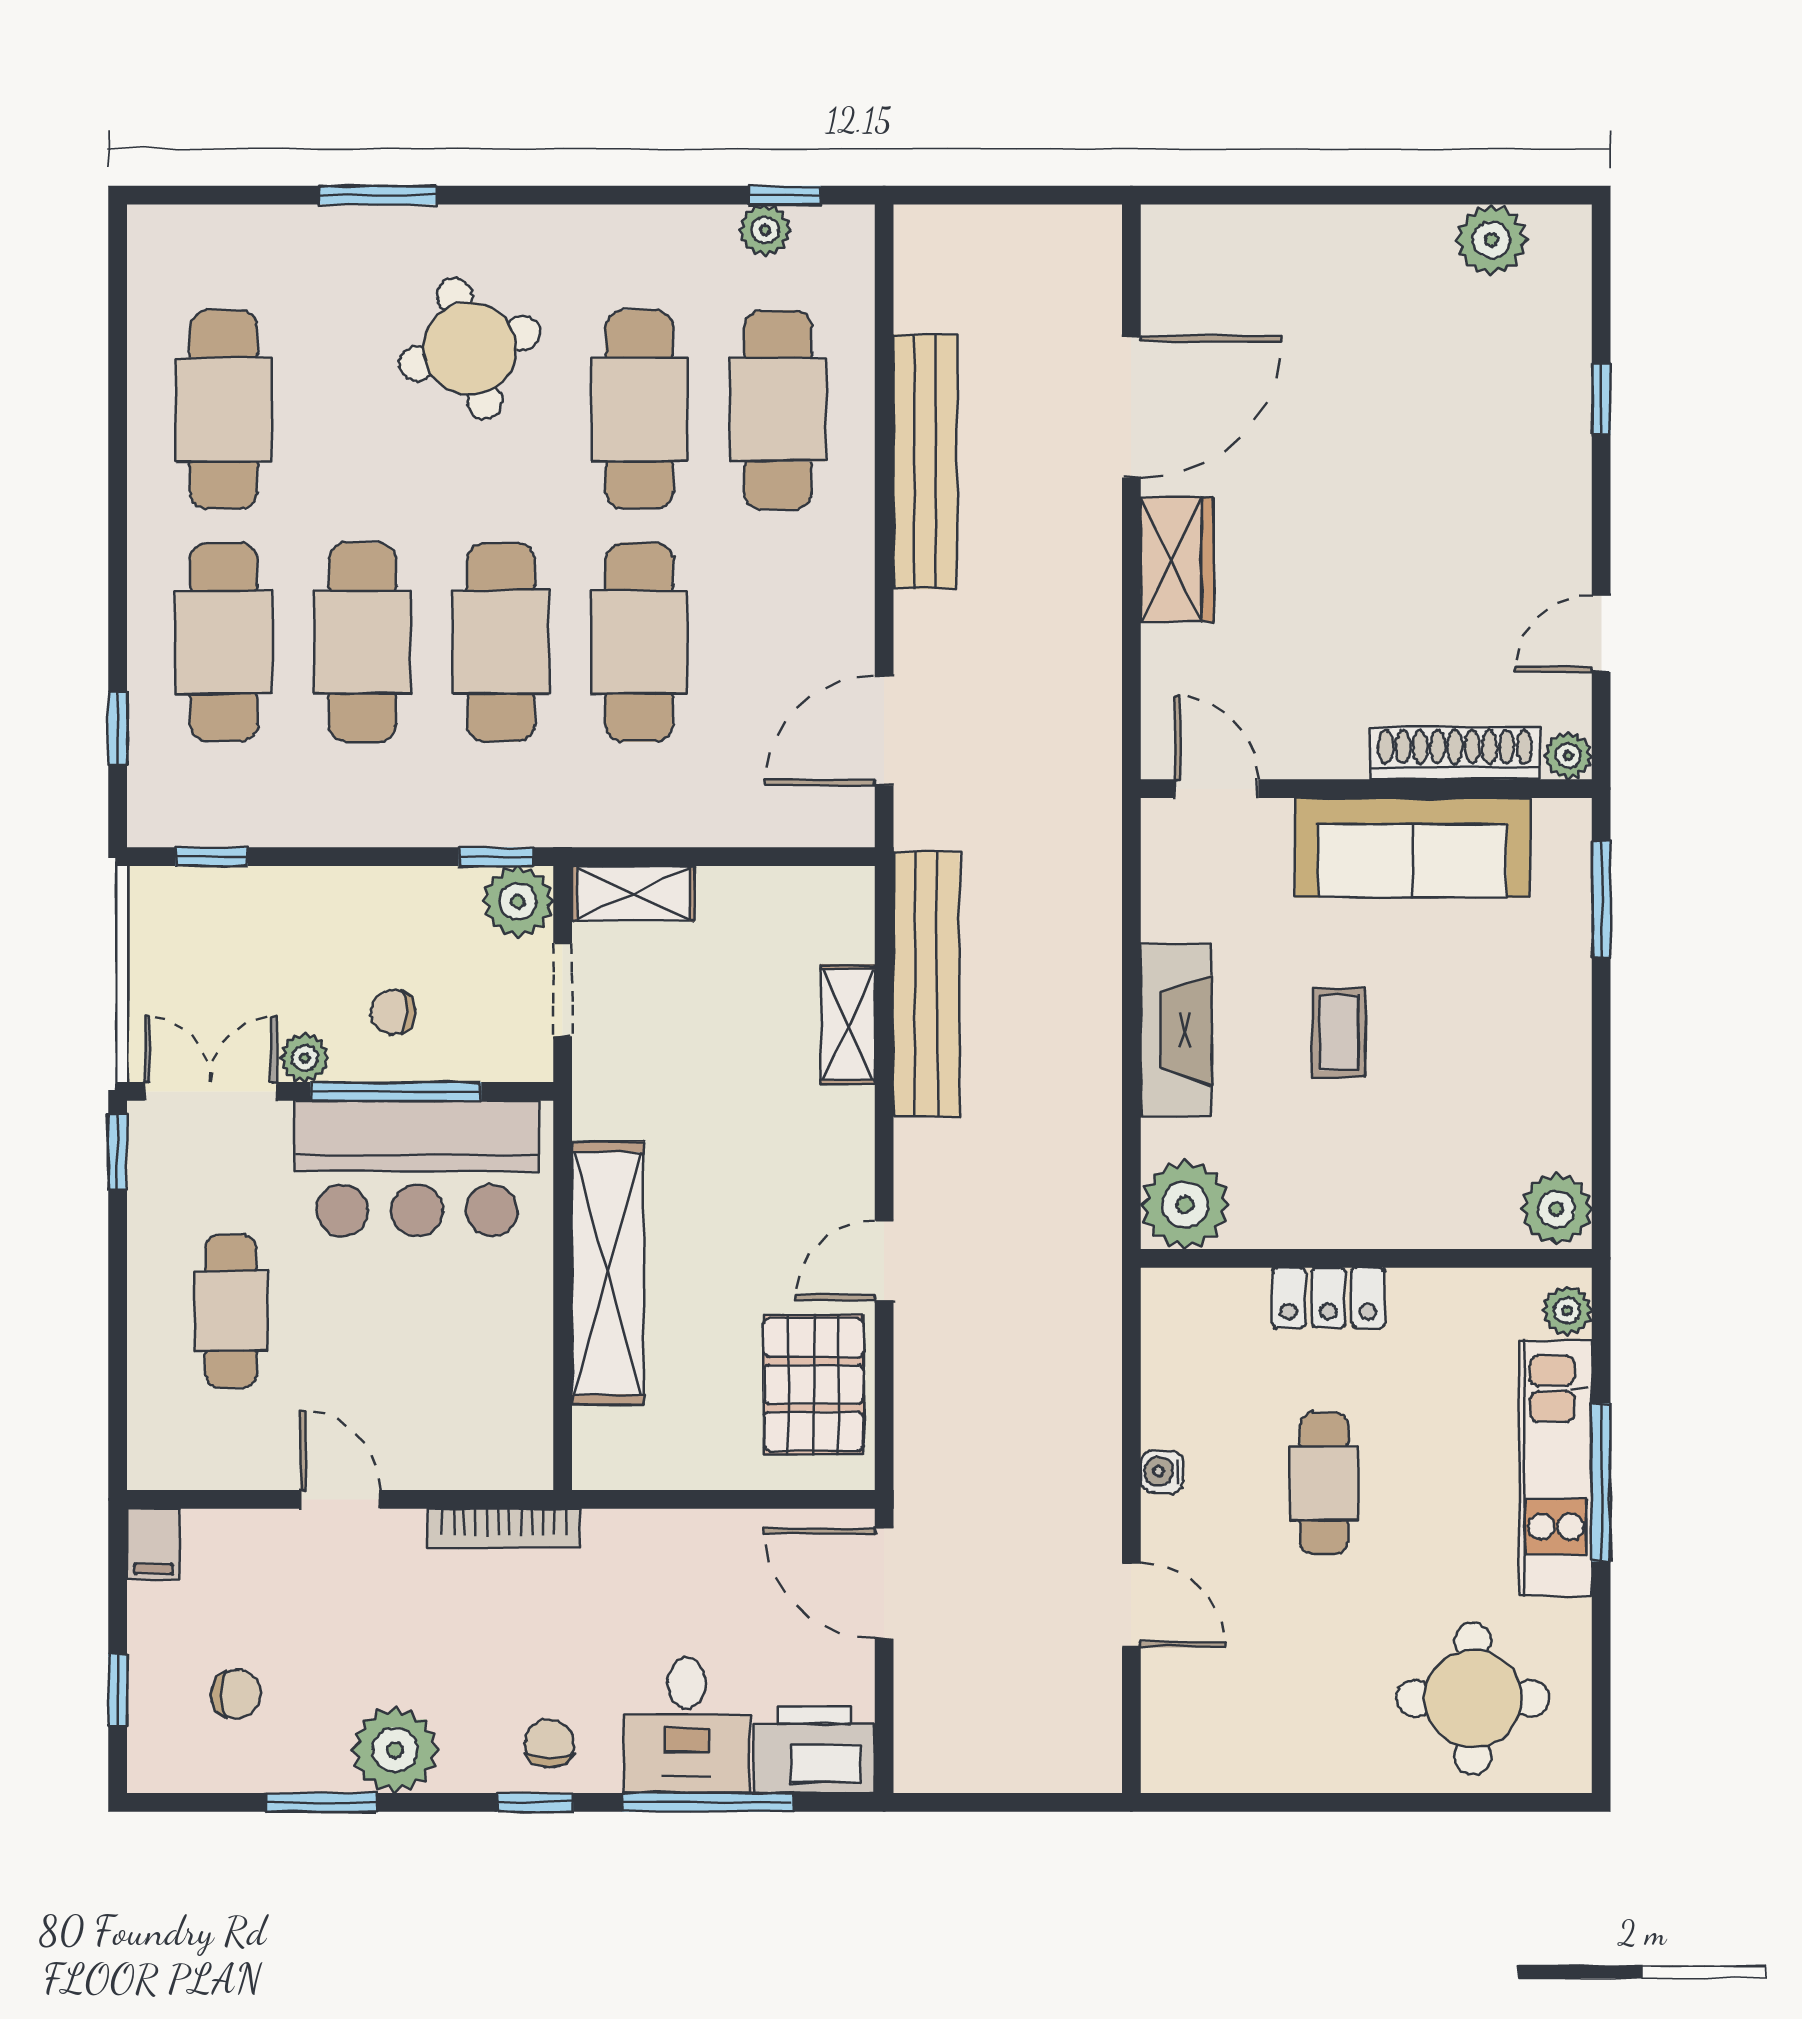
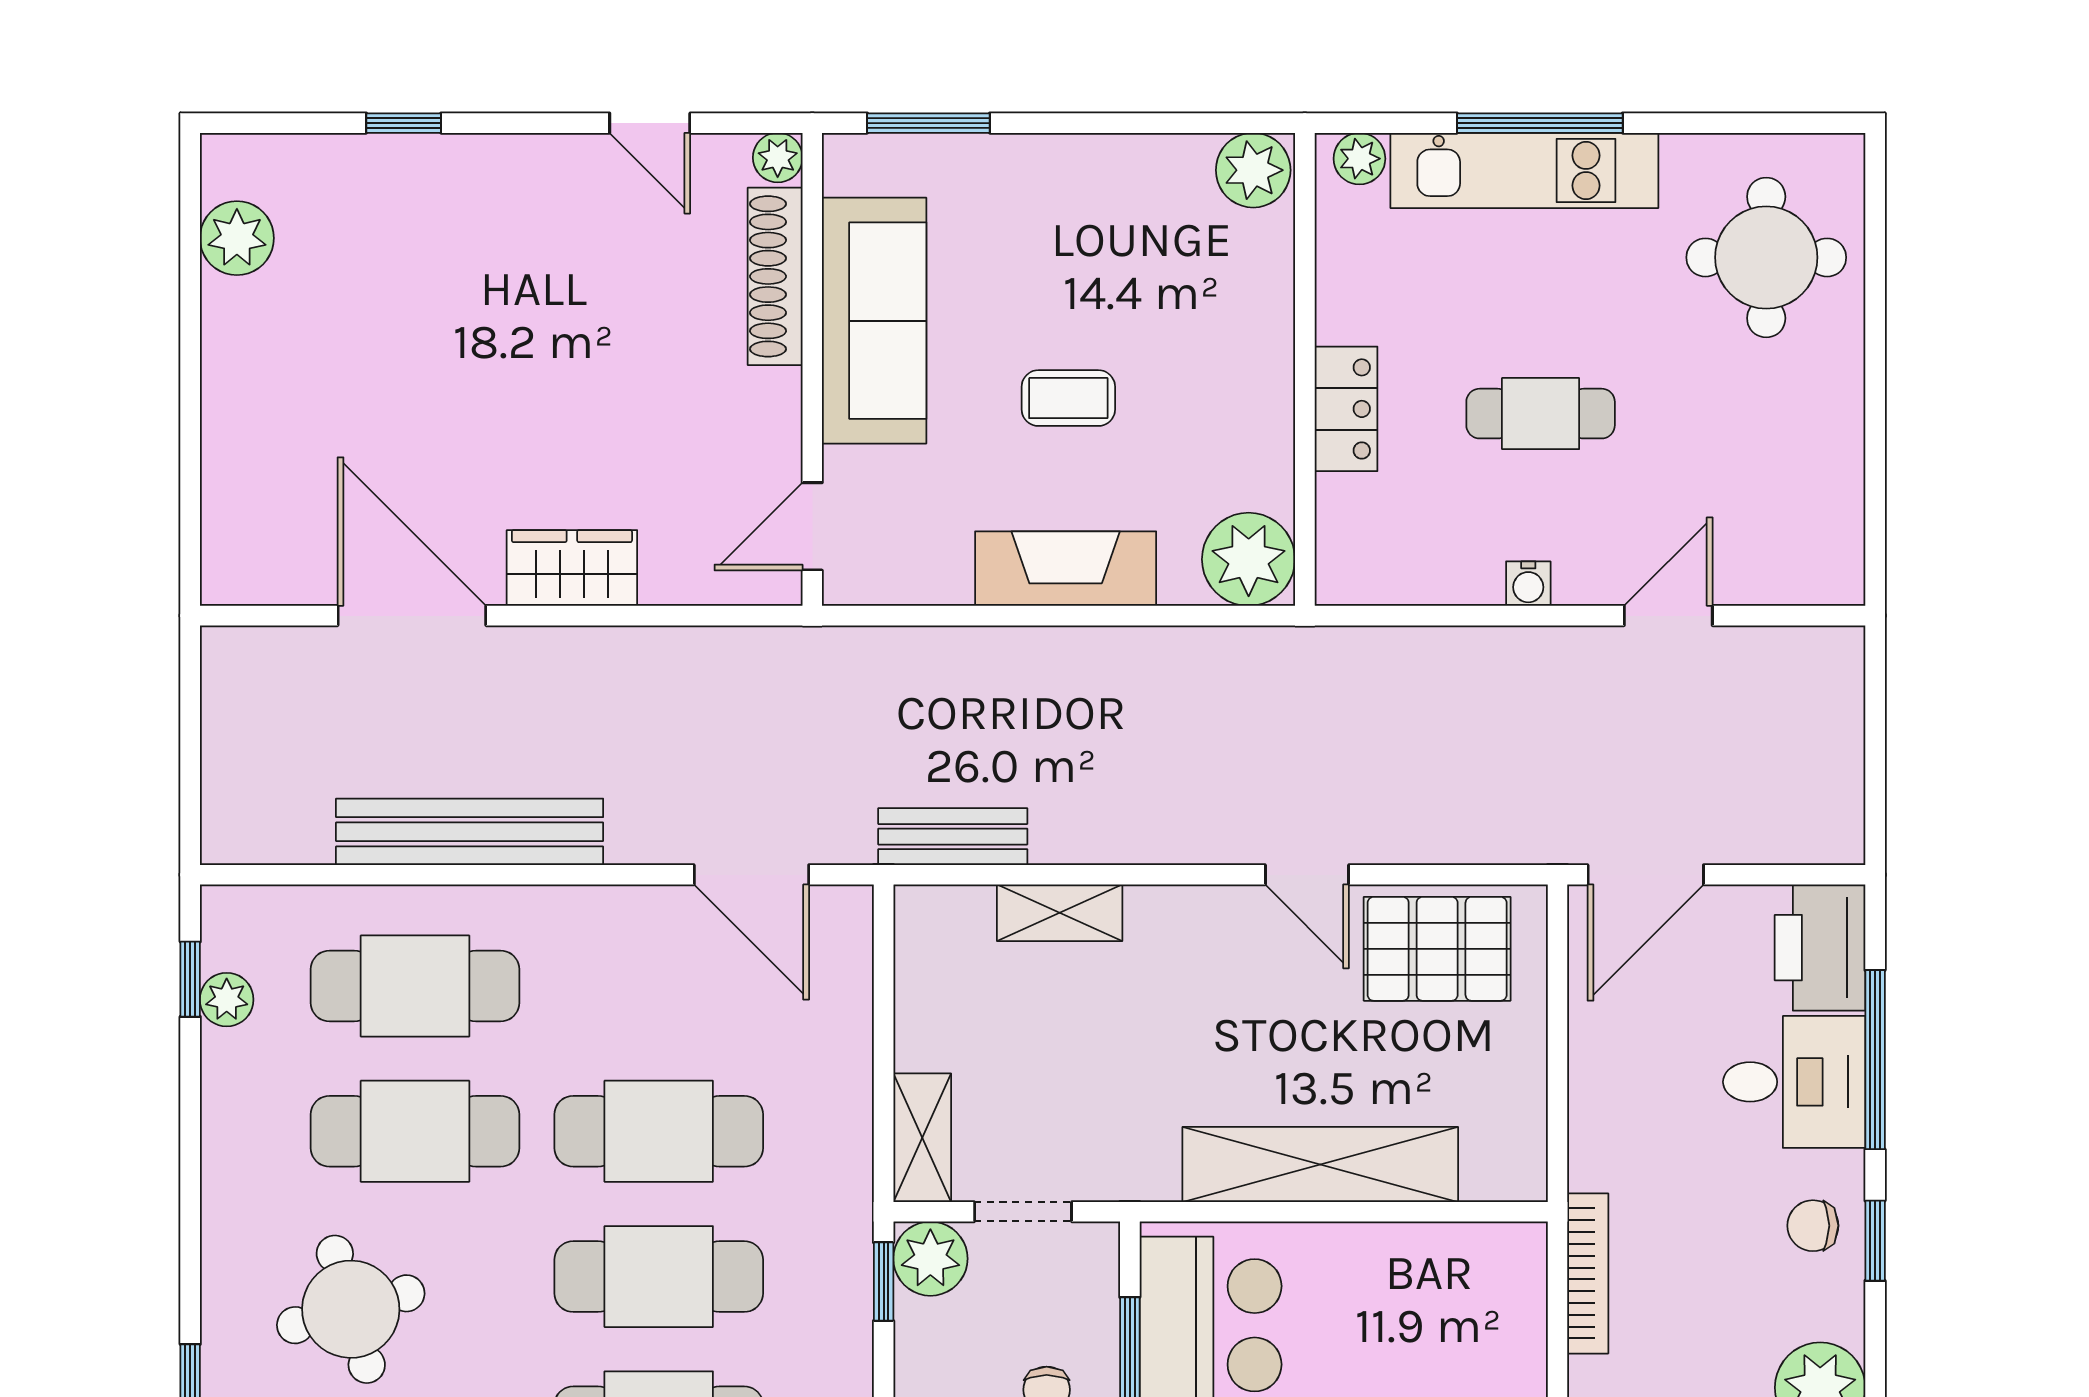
bench: (926, 984) -> (953, 837), width x0.54, depth x0.82

